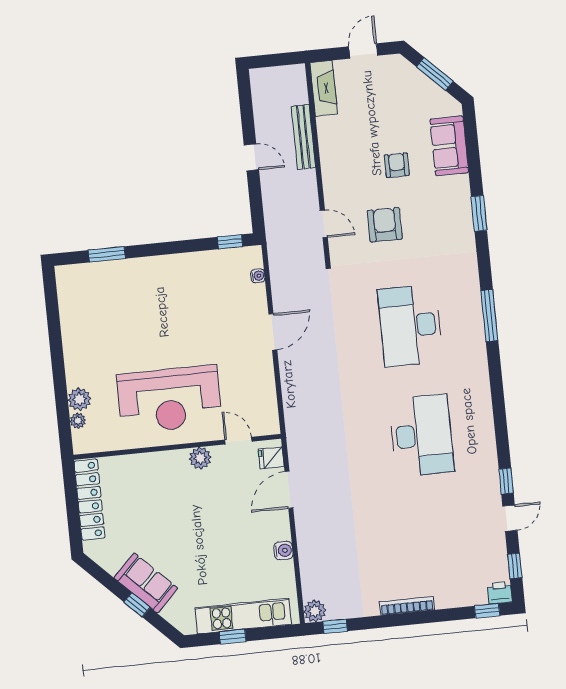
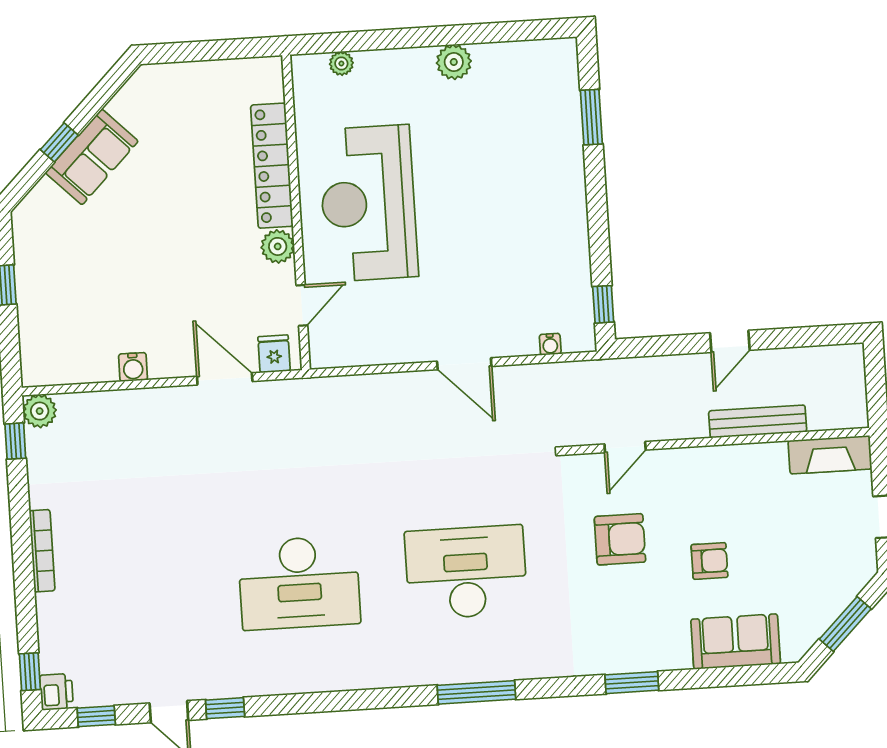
plant: (79, 399) -> (454, 62), moved
locker: (89, 500) -> (272, 166), moved, turned 90
kitchen unit: (243, 616) -> (36, 302), removed

